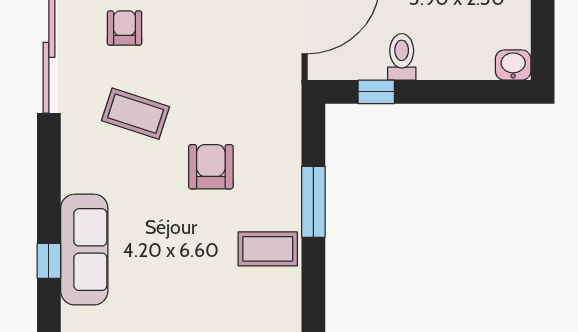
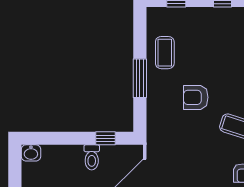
armchair: (211, 167) -> (196, 97), turned 90
coffee table: (268, 249) -> (165, 53), turned 90

